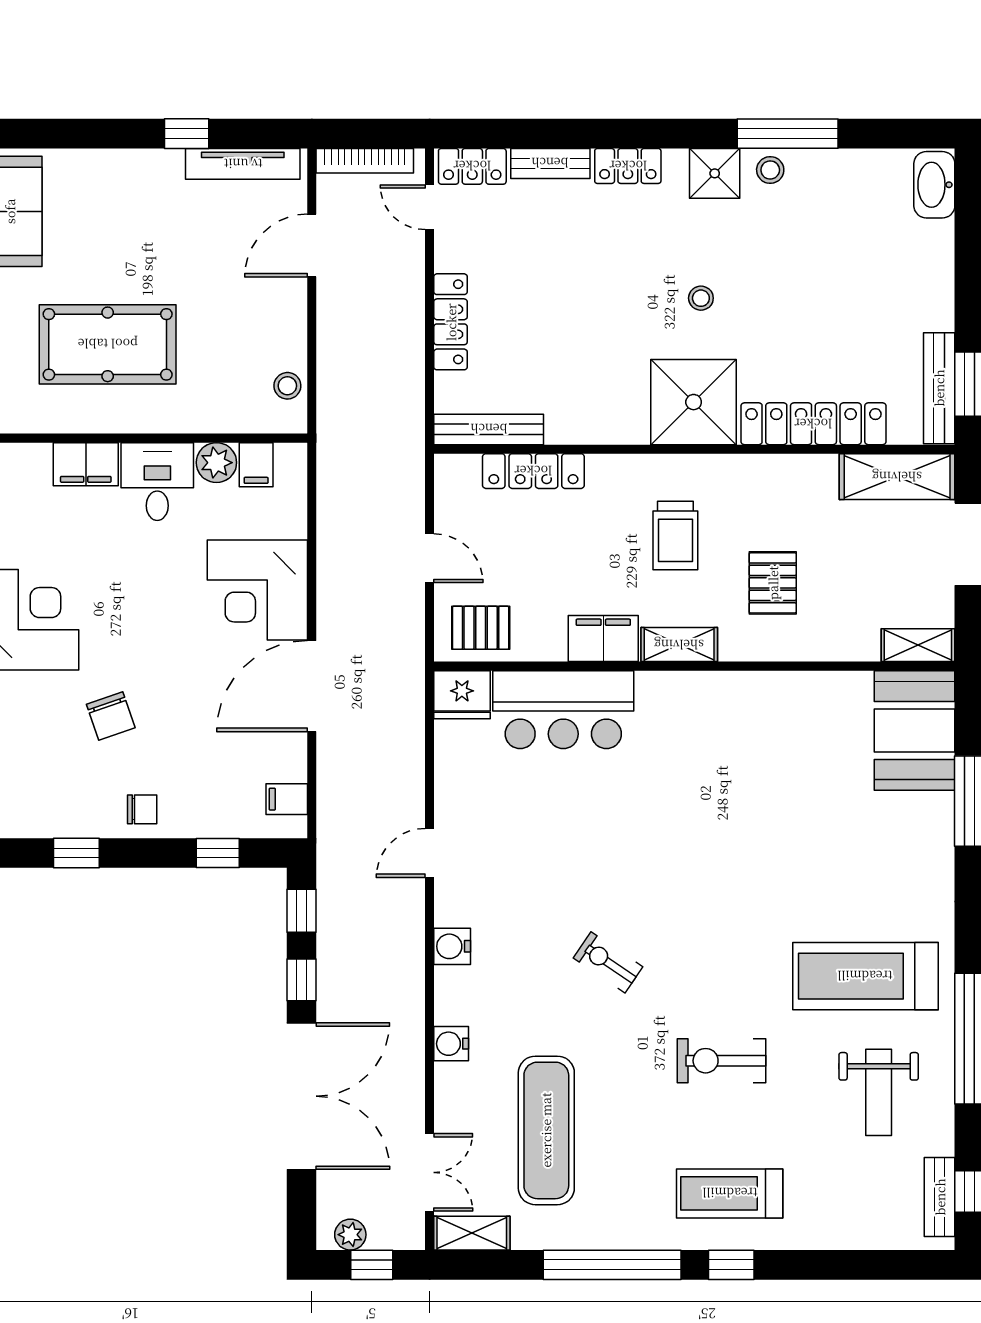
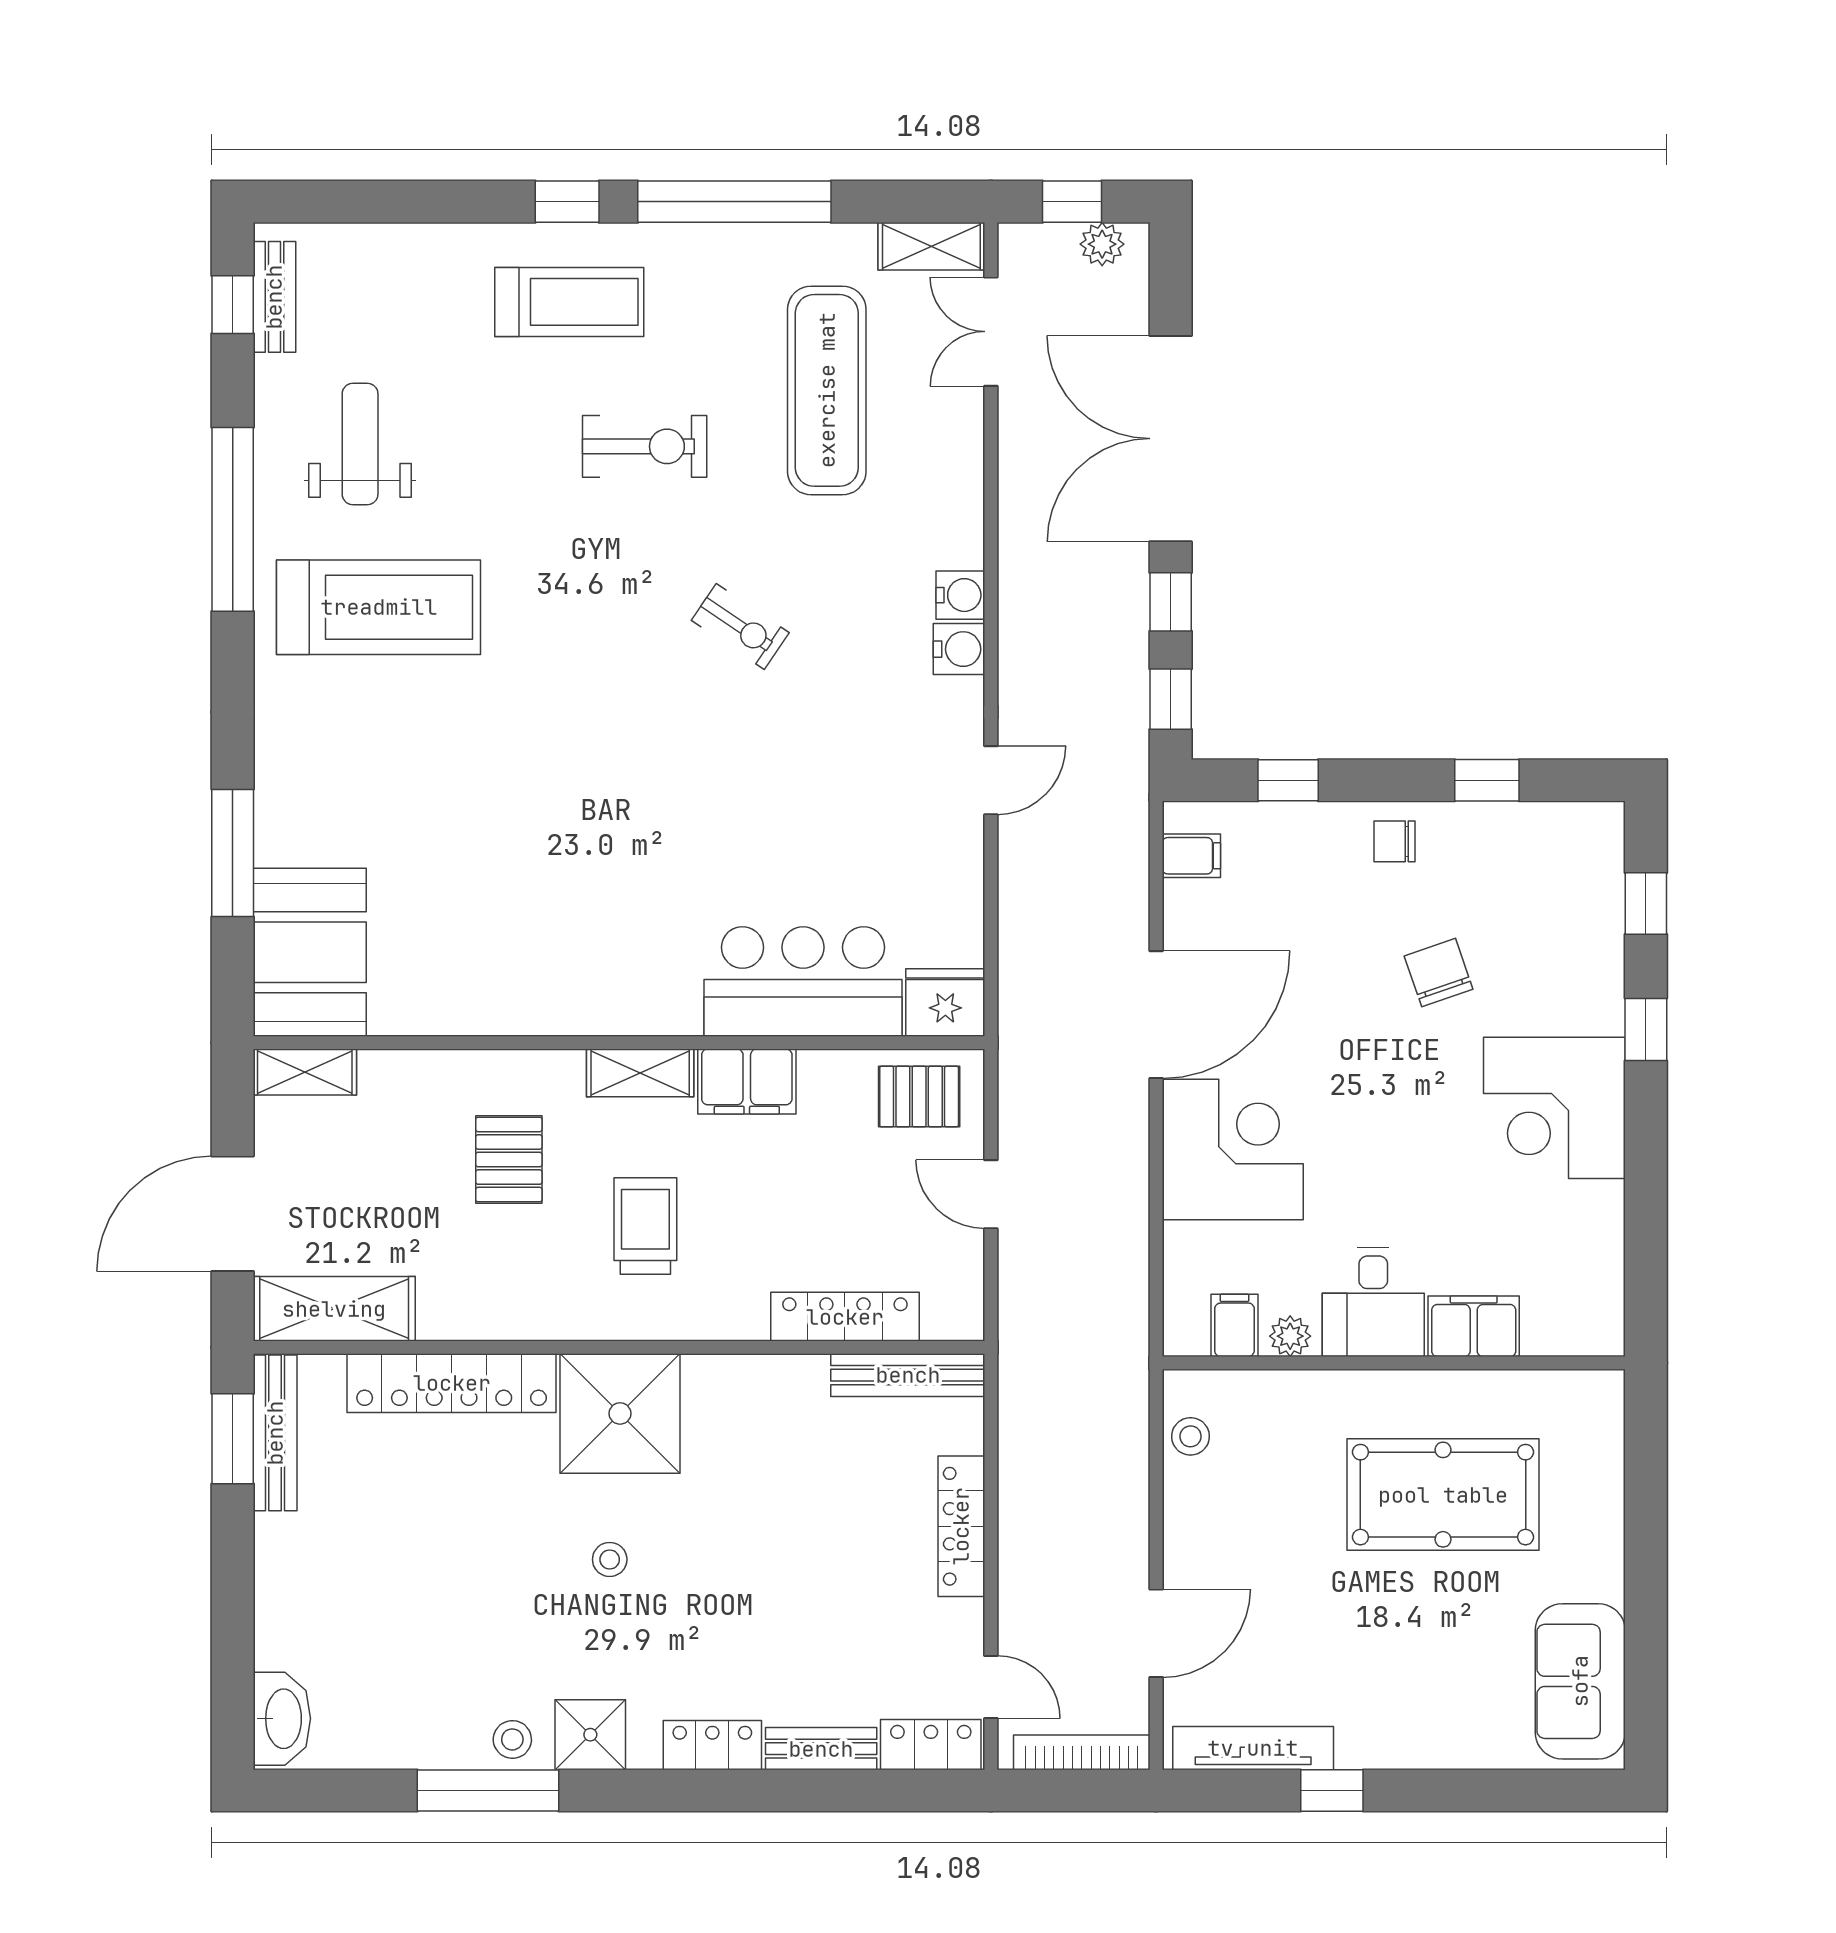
plant: (216, 463) -> (1290, 1336), width x0.73, depth x0.73
water cooler: (451, 1044) -> (960, 595), moved
exercise bike: (721, 1061) -> (645, 446), moved

